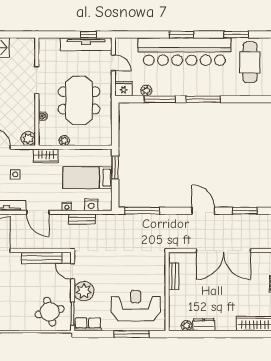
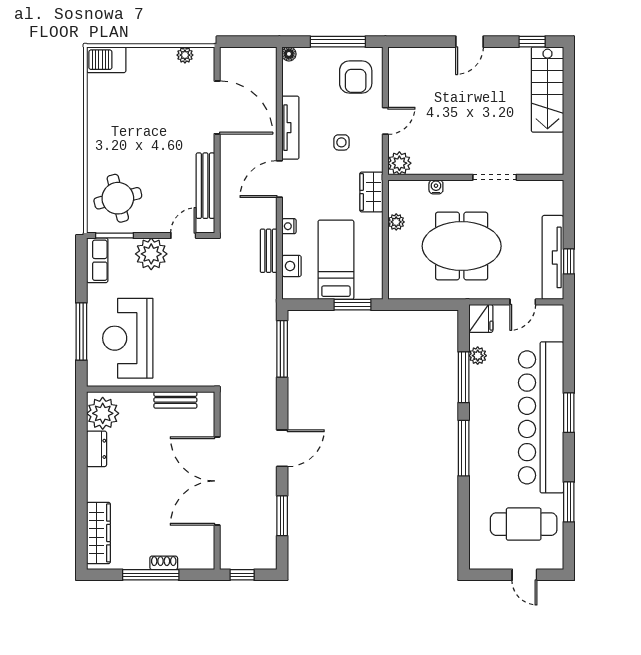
reception desk: (136, 306) -> (128, 338), turned 180
plant: (186, 326) -> (103, 413), width x1.87, depth x1.87

